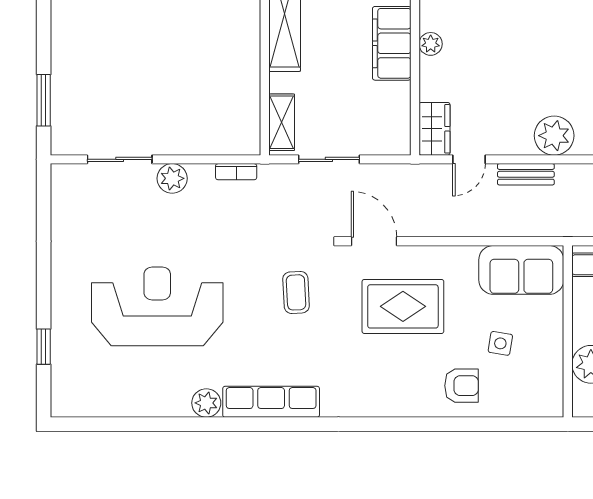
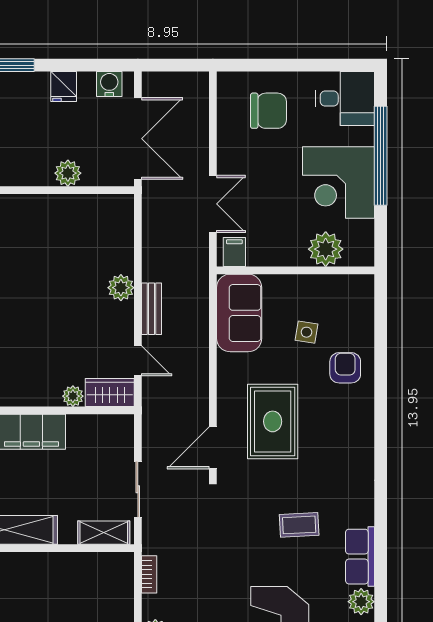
plant: (431, 44) -> (73, 396), moved
plant: (554, 136) -> (121, 288), width x0.73, depth x0.73
coffee table: (296, 292) -> (299, 525), moved
row of seats: (271, 402) -> (360, 557), width x0.68

